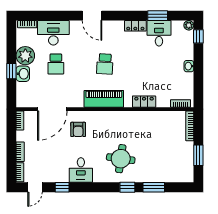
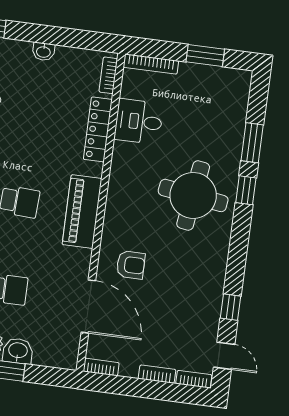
locker: (144, 102) -> (98, 129), width x1.53
round table: (121, 159) -> (193, 195), width x1.36, depth x1.36
desk: (81, 170) -> (139, 122), moved, turned 180

